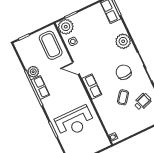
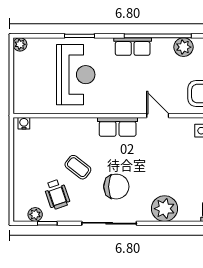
door: (76, 68) -> (158, 116), hinge flipped
row of seats: (40, 87) -> (133, 46), moved
reception desk: (75, 122) -> (76, 75), turned 180

